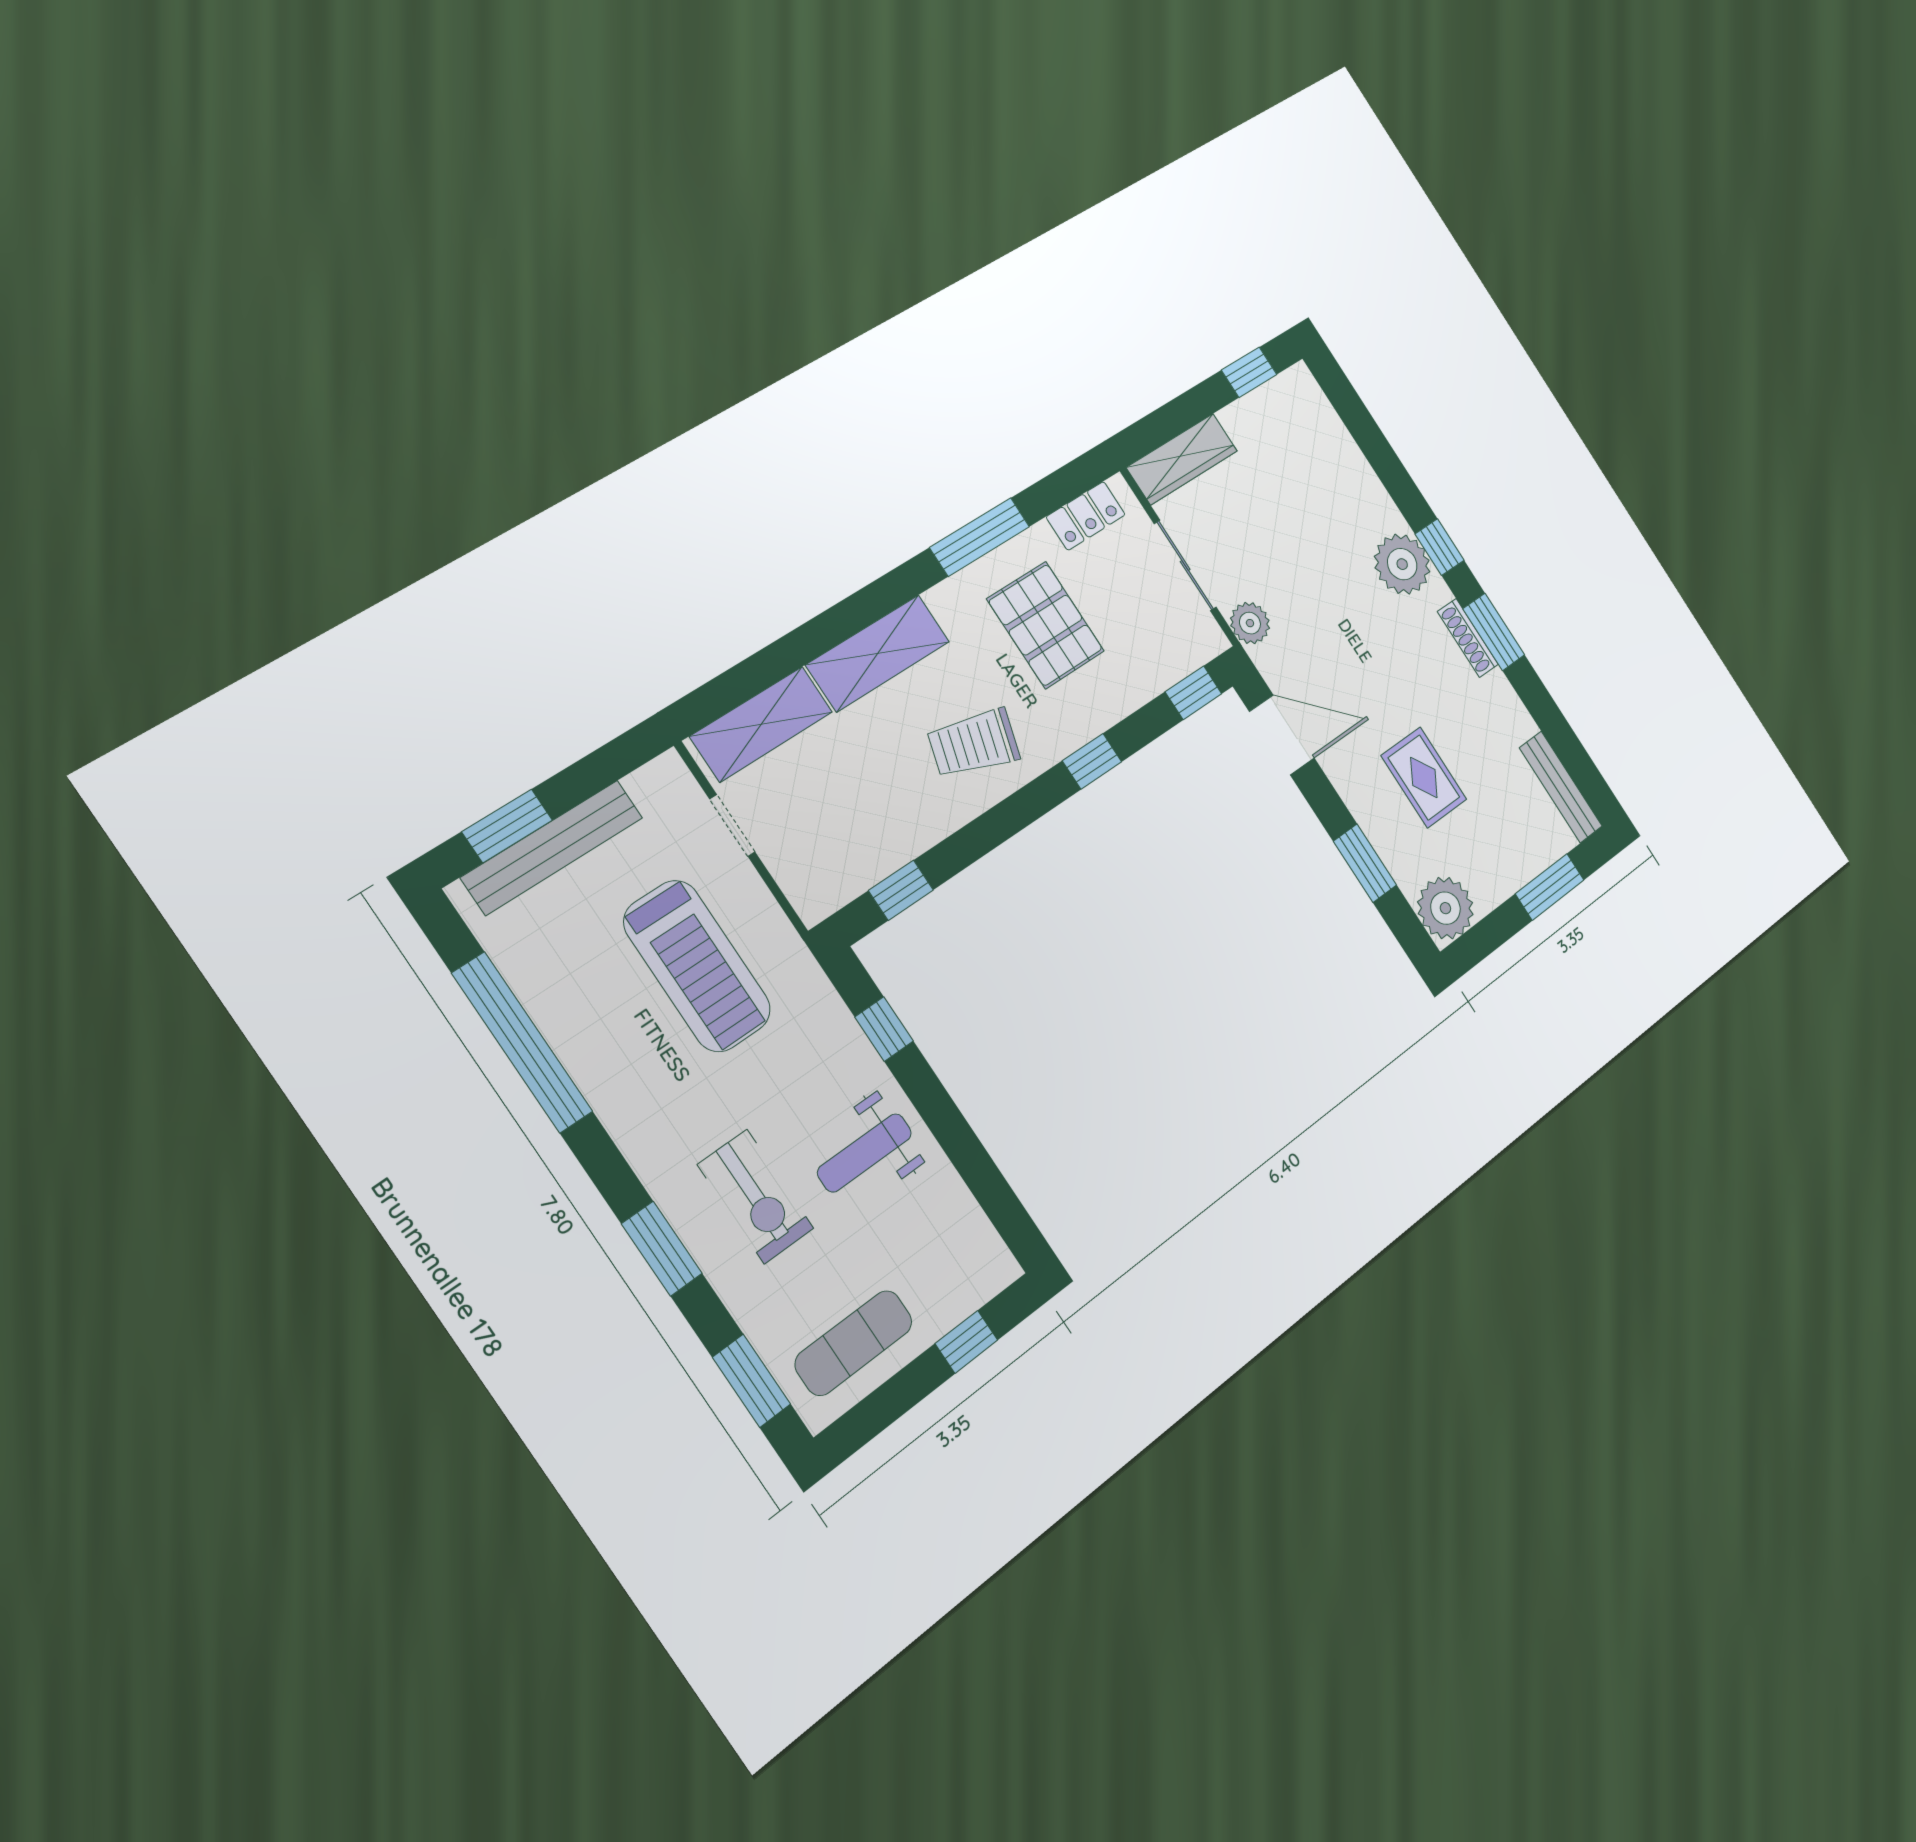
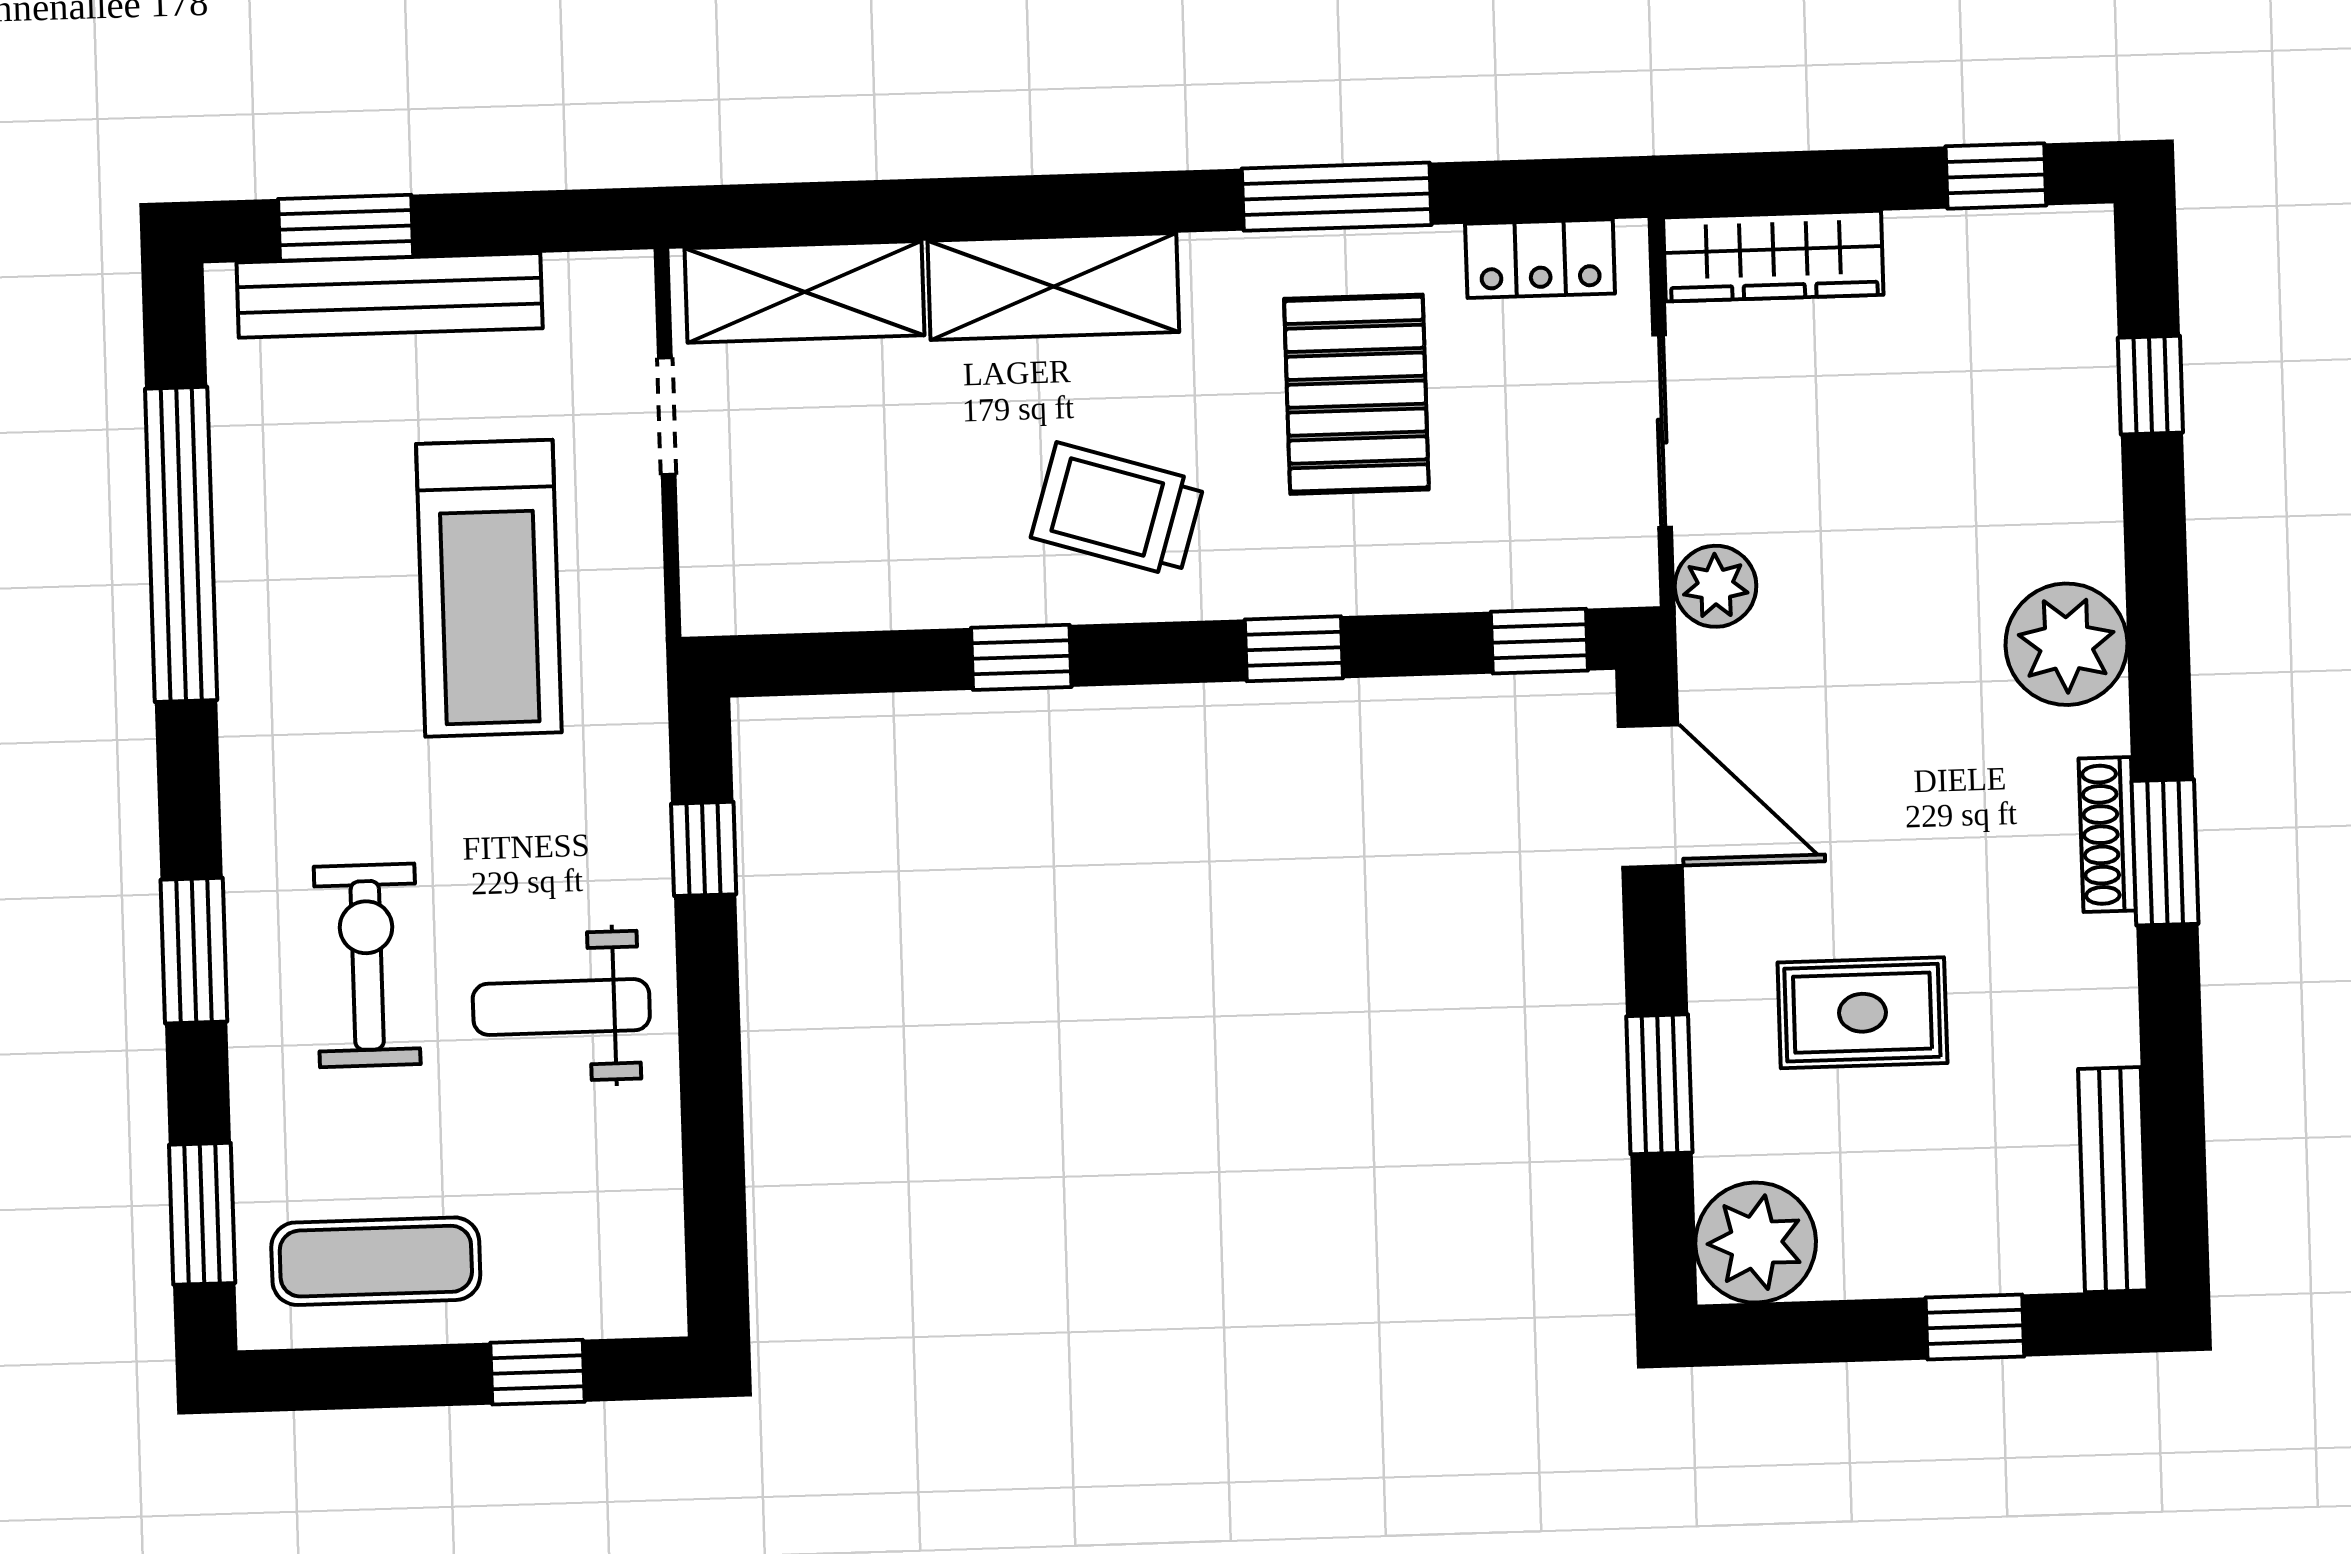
window: (1439, 547) -> (2150, 385), moved
rug: (1424, 778) -> (1862, 1013), turned 90
window: (1550, 887) -> (1975, 1327), width x0.67
window: (901, 890) -> (1021, 657), moved
exercise bike: (756, 1197) -> (367, 965), turned 180

